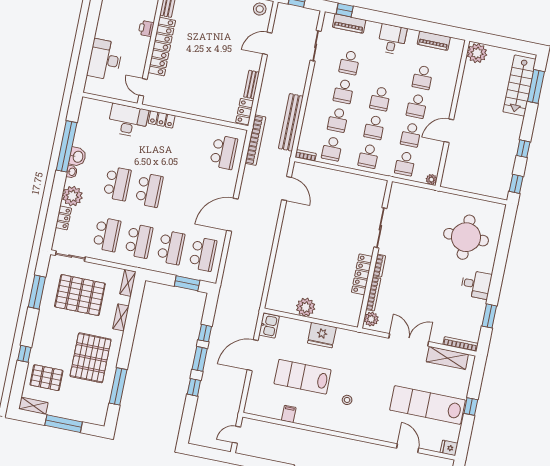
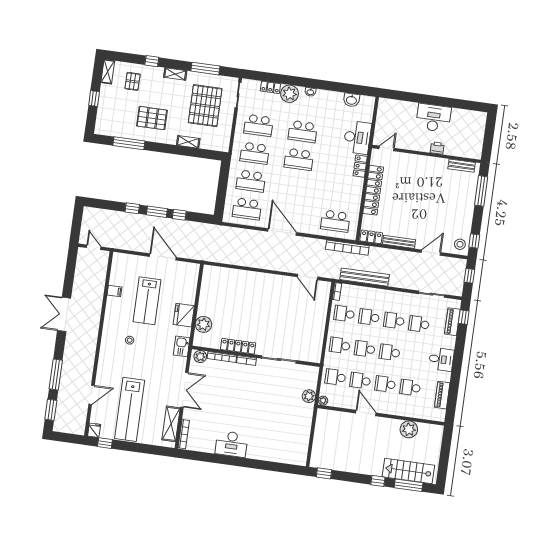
door: (267, 43) -> (431, 253), hinge flipped
locker: (162, 47) -> (373, 190), moved, turned -90
plant: (477, 53) -> (409, 429), moved
desk: (105, 60) -> (433, 118), moved
bench: (251, 85) -> (399, 242), width x1.36
window: (67, 146) -> (332, 86), removed
window: (523, 149) -> (378, 481), moved
washbasin: (78, 157) -> (351, 100), moved
door: (287, 189) -> (308, 277), hinge flipped
plant: (425, 196) -> (309, 396), added
round table: (466, 237) -> (276, 433), removed
shelving: (128, 283) -> (175, 74), moved
window: (187, 283) -> (221, 197), removed
desk: (476, 284) -> (232, 444), width x1.37
plant: (306, 307) -> (203, 324), moved
window: (489, 316) -> (209, 458), removed
kitchen sink: (269, 326) -> (182, 346), moved, turned 90
pallet: (91, 358) -> (152, 118), width x0.73, depth x0.71
lab bench: (303, 377) -> (147, 301), turned 180
pallet: (46, 378) -> (133, 81), width x0.67, depth x0.71
lab bench: (427, 405) -> (130, 409), turned 180
window: (471, 406) -> (105, 443), moved
window: (64, 424) -> (94, 99), width x0.46

